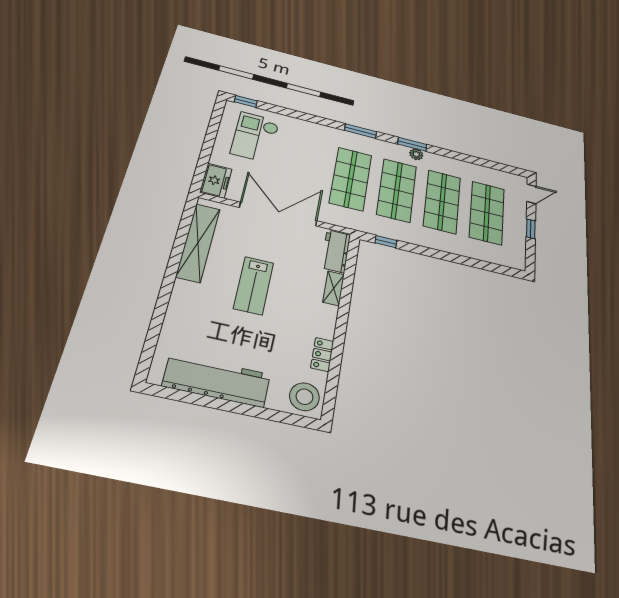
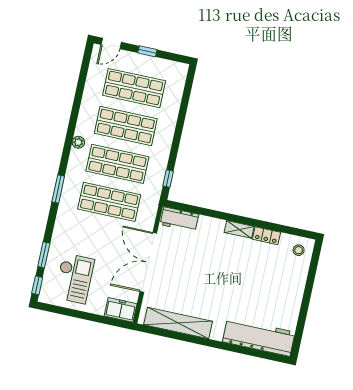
checkout: (255, 137) -> (74, 278), turned -90
window: (412, 144) -> (44, 255), moved
door: (531, 194) -> (111, 43), swing flipped
lab bench: (254, 285) -> (212, 283), removed
shelving: (334, 288) -> (239, 229), moved
workbench: (217, 380) -> (259, 337), moved, turned 90
stool: (304, 397) -> (299, 250), width x0.53, depth x0.53

